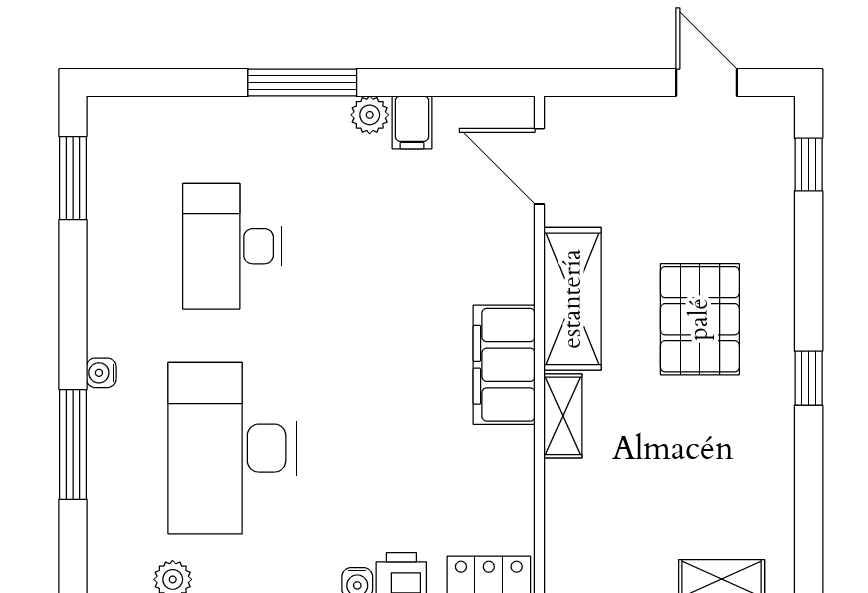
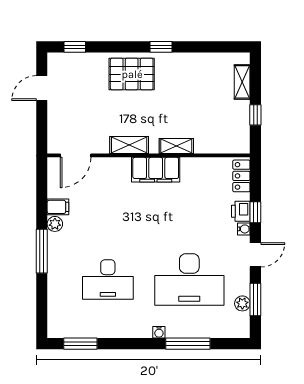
shelving: (573, 299) -> (129, 145), width x0.67, depth x0.75
pallet: (700, 319) -> (132, 74), moved

